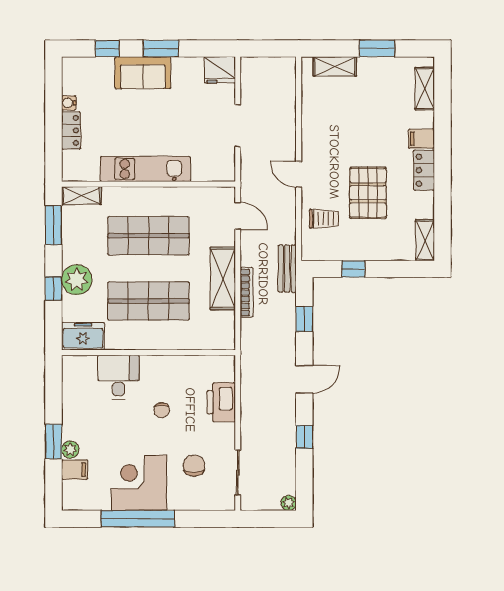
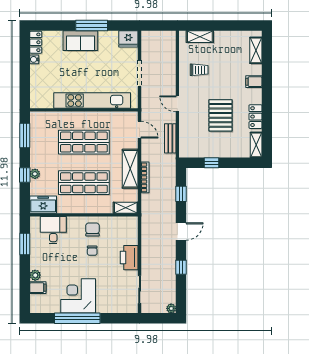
window: (107, 49) -> (58, 26), removed
window: (161, 49) -> (92, 26), width x1.44
window: (377, 49) -> (226, 26), removed
locker: (71, 130) -> (36, 42), moved
kitchen unit: (145, 169) -> (92, 101), width x1.36
locker: (424, 170) -> (255, 117), moved
shelving: (81, 195) -> (126, 208), moved
trolley: (324, 219) -> (199, 70), moved
bench: (287, 269) -> (170, 138), moved
plant: (77, 280) -> (35, 174), width x0.53, depth x0.53
desk: (119, 377) -> (53, 230), moved
printer: (221, 402) -> (129, 258), moved
window: (53, 442) -> (25, 244), moved
chair: (194, 466) -> (93, 229), moved

